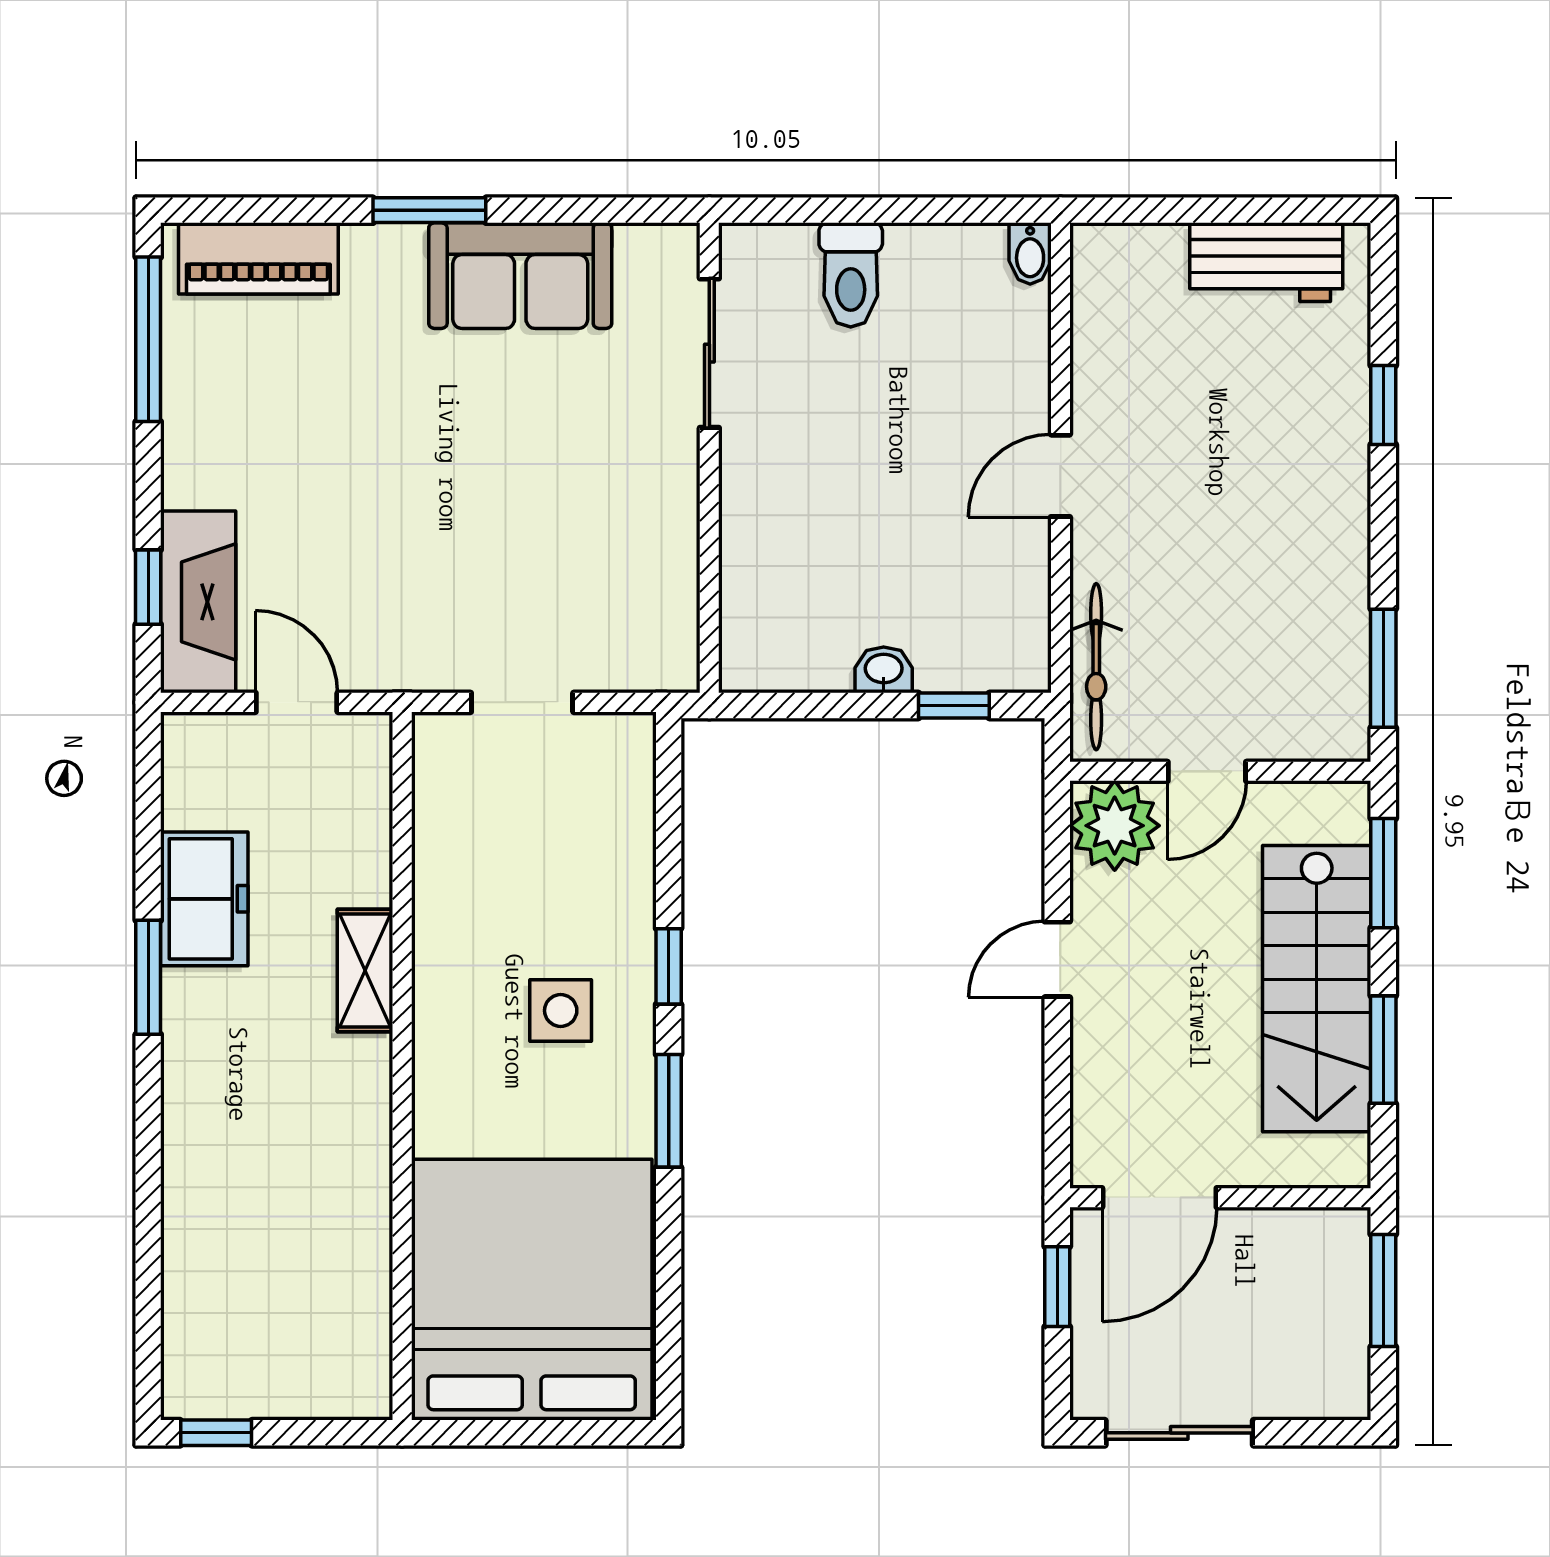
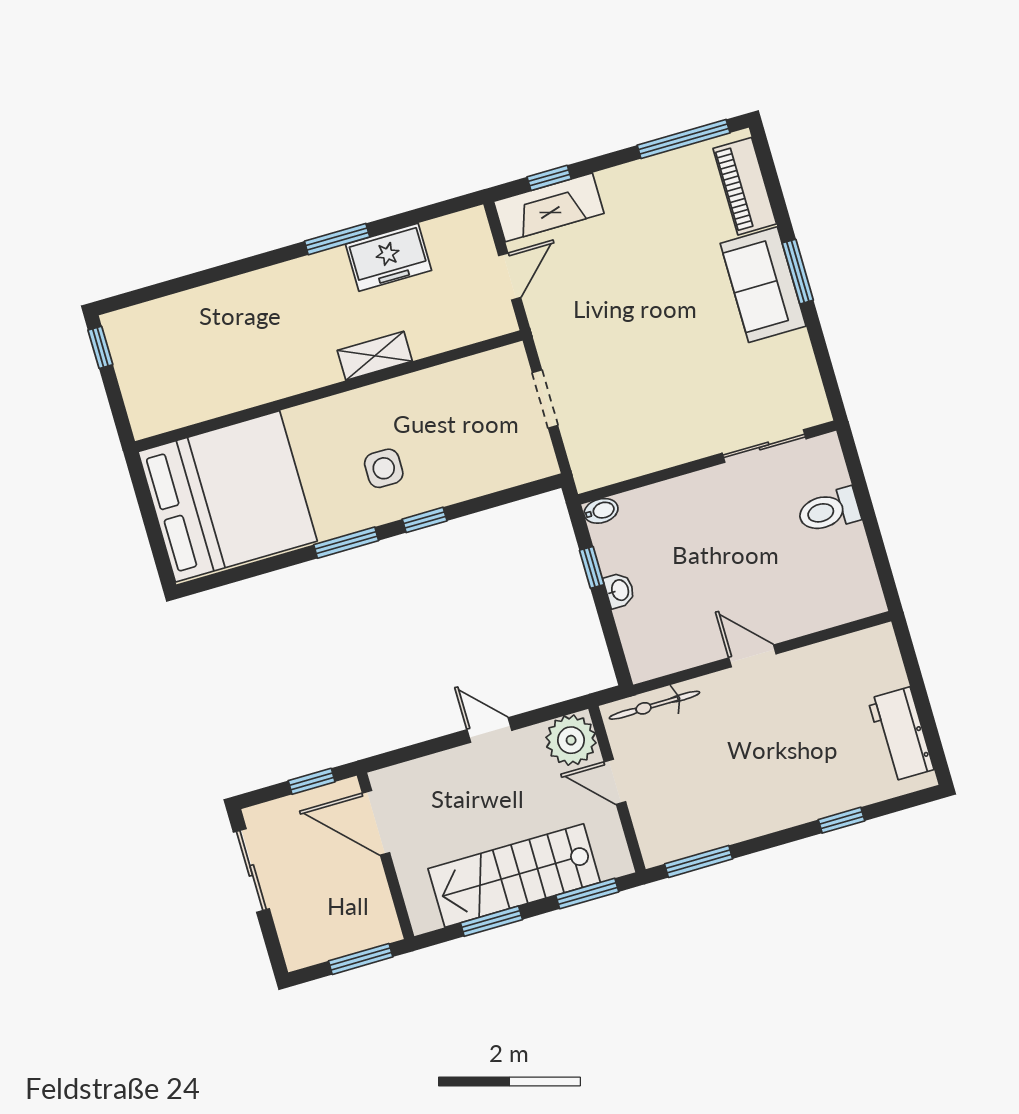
bidet: (1030, 253) -> (601, 511), moved, turned 180
sofa: (520, 276) -> (763, 285), moved
window: (954, 706) -> (592, 567), moved

